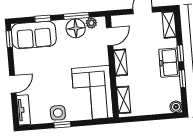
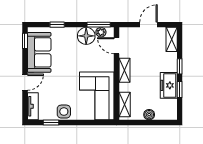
window: (76, 16) -> (99, 25), moved
sofa: (34, 35) -> (39, 52), moved, turned -90
door: (110, 36) -> (116, 46), swing flipped
freezer: (169, 63) -> (169, 85), moved
boiler: (176, 107) -> (149, 115), moved
window: (62, 125) -> (51, 123), moved

